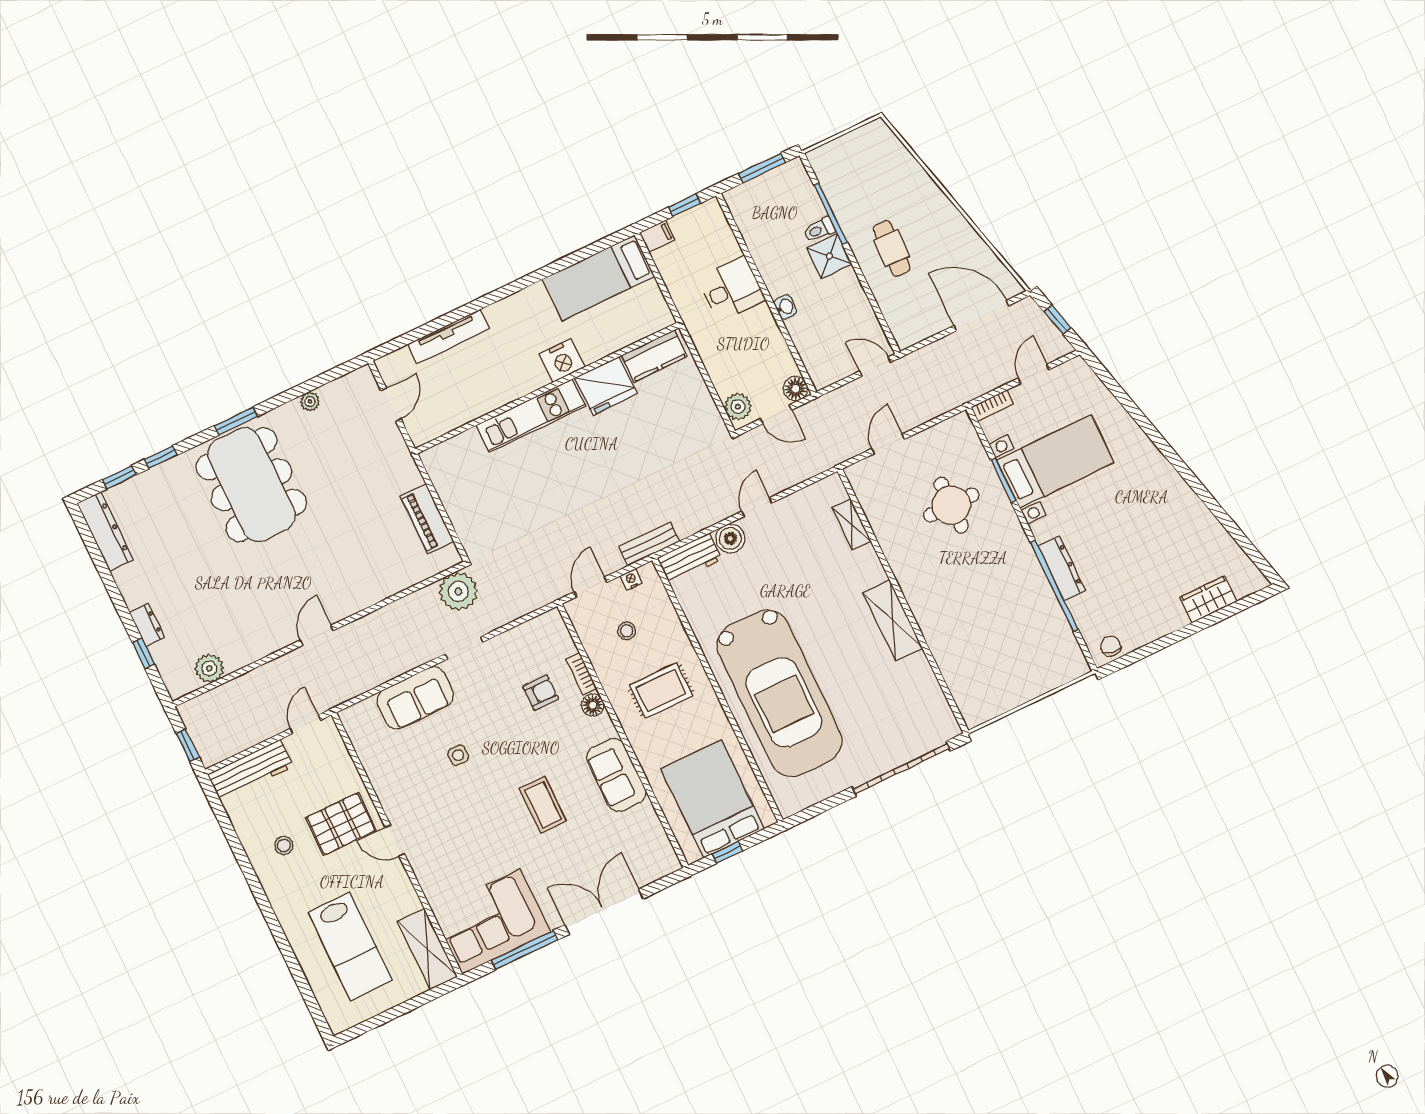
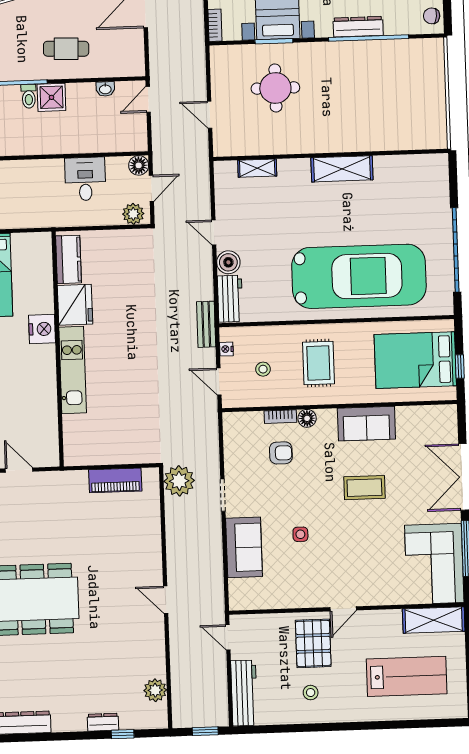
desk: (732, 289) -> (85, 179), moved
washbasin: (785, 307) -> (105, 89), moved, turned 180
armchair: (541, 693) -> (281, 453), turned 90
garage door: (901, 769) -> (456, 250), moved

